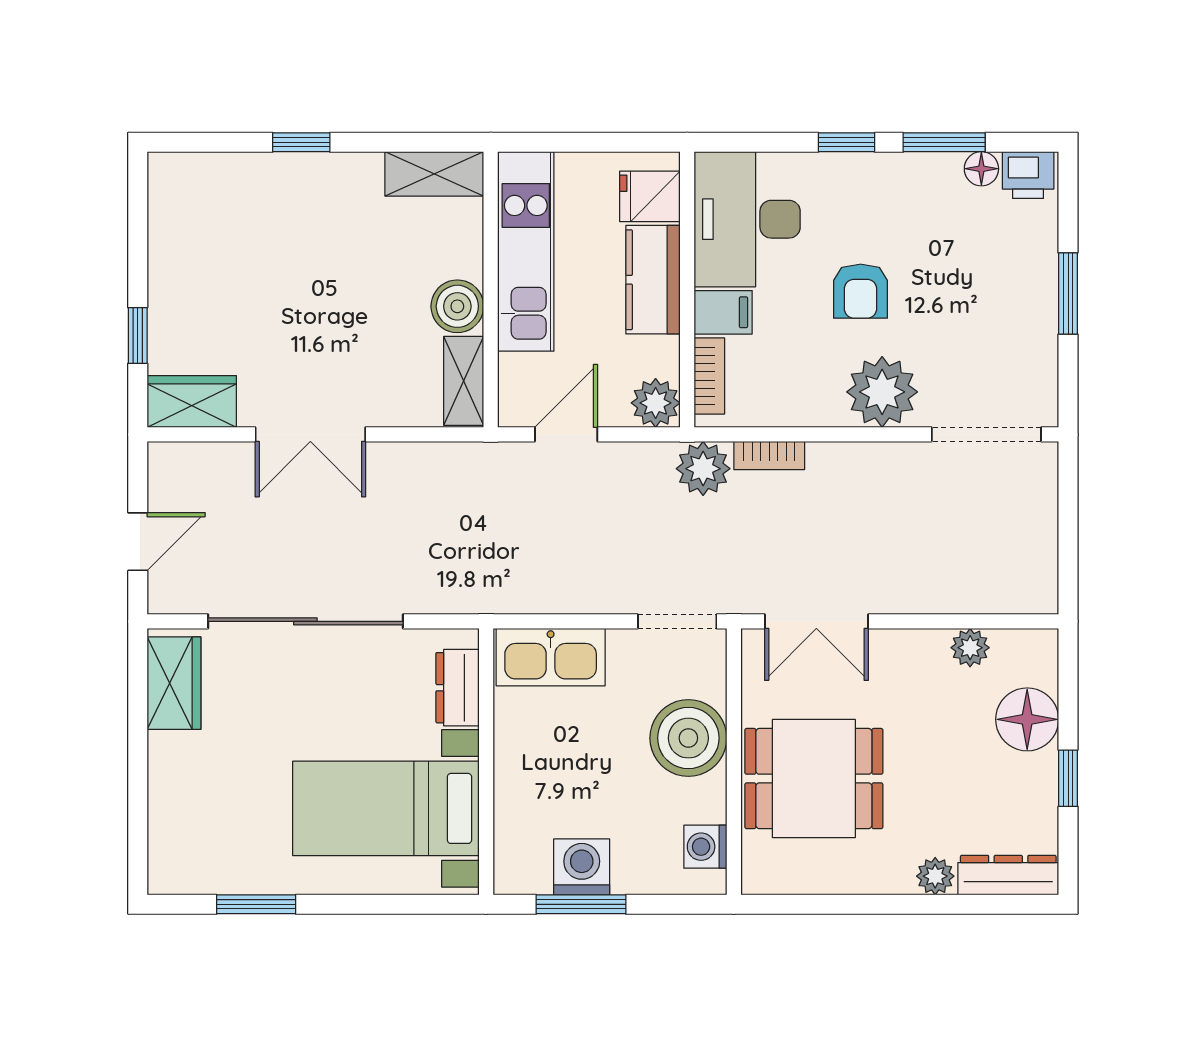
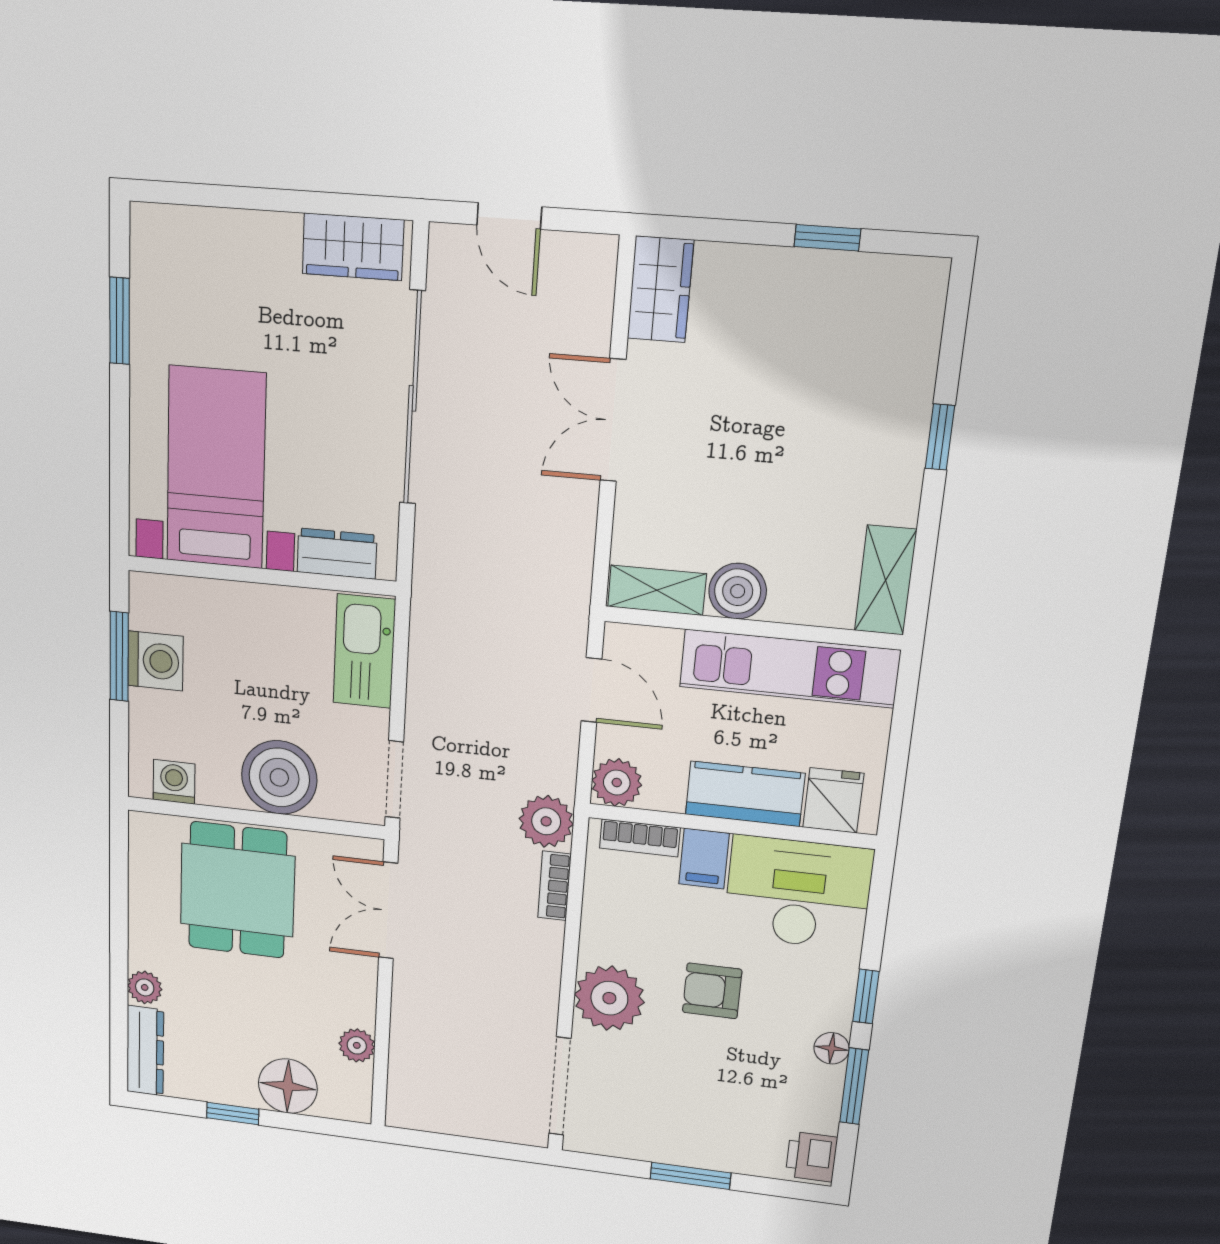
floor lamp: (981, 169) -> (832, 1048), moved
window: (138, 336) -> (827, 238), moved

